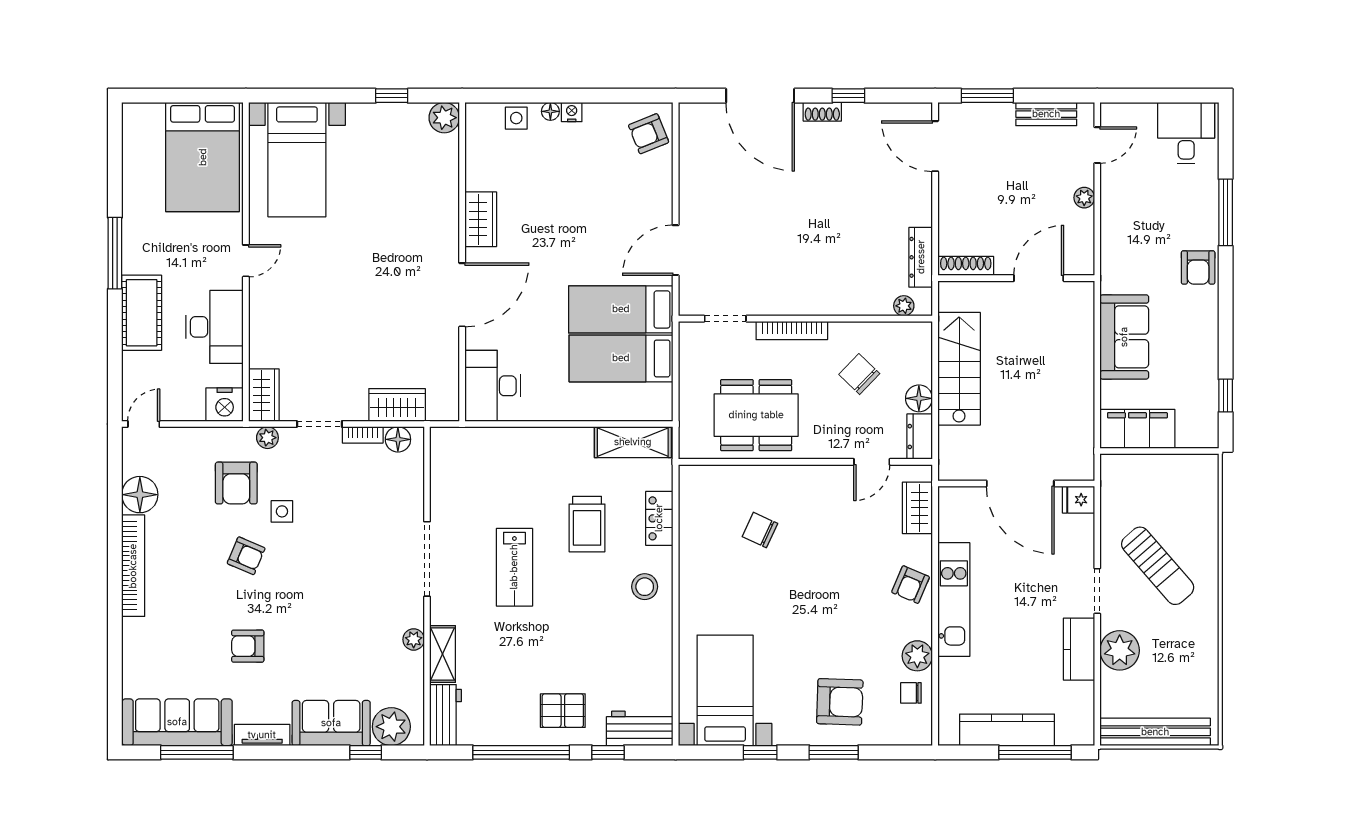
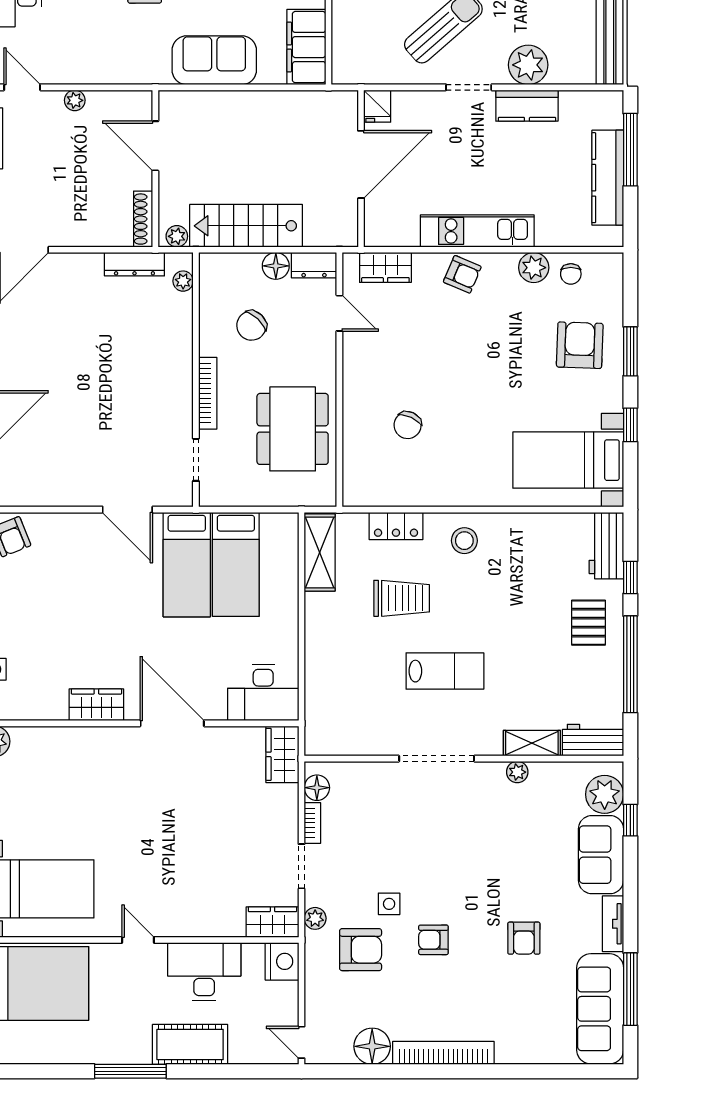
plant: (949, 300) -> (177, 236), added
wardrobe: (397, 405) -> (282, 754), moved
armchair: (246, 556) -> (433, 940), turned -113

